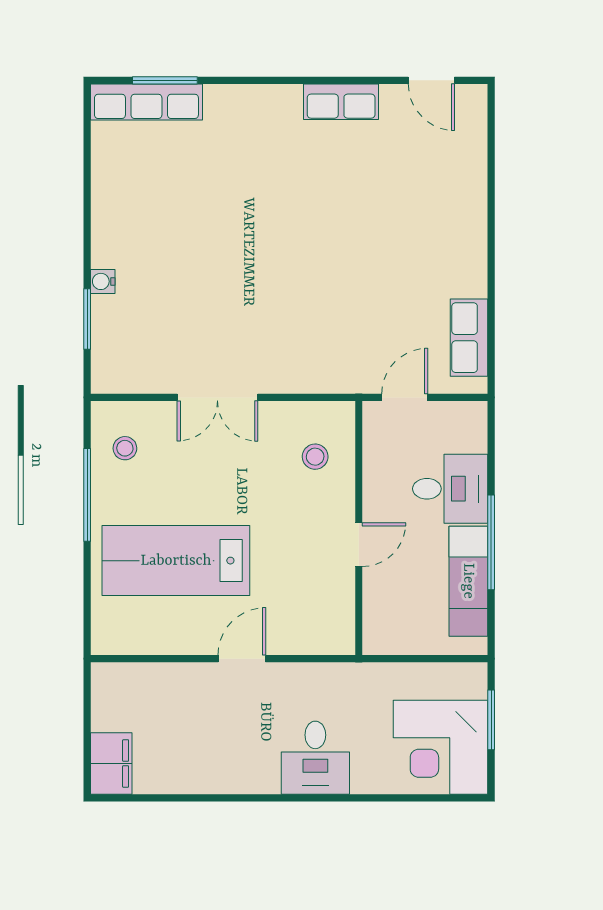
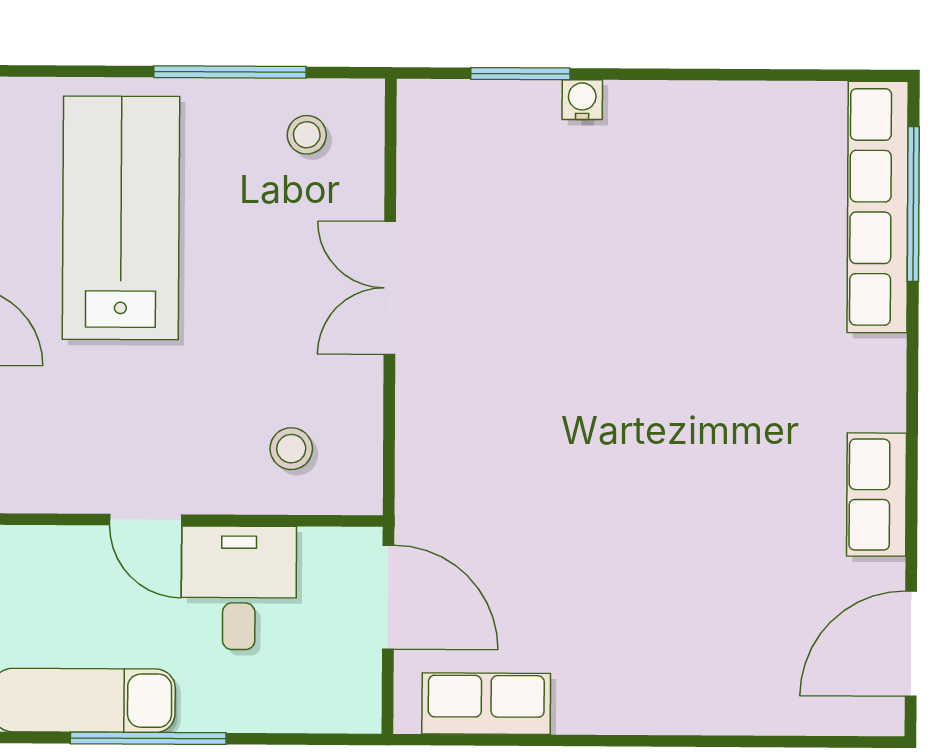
window: (165, 80) -> (913, 204), width x1.44
door: (431, 80) -> (911, 644), width x1.38
row of seats: (146, 102) -> (878, 207), width x1.36
door: (405, 397) -> (388, 597), width x1.38
desk: (450, 489) -> (239, 588), moved, turned 180

